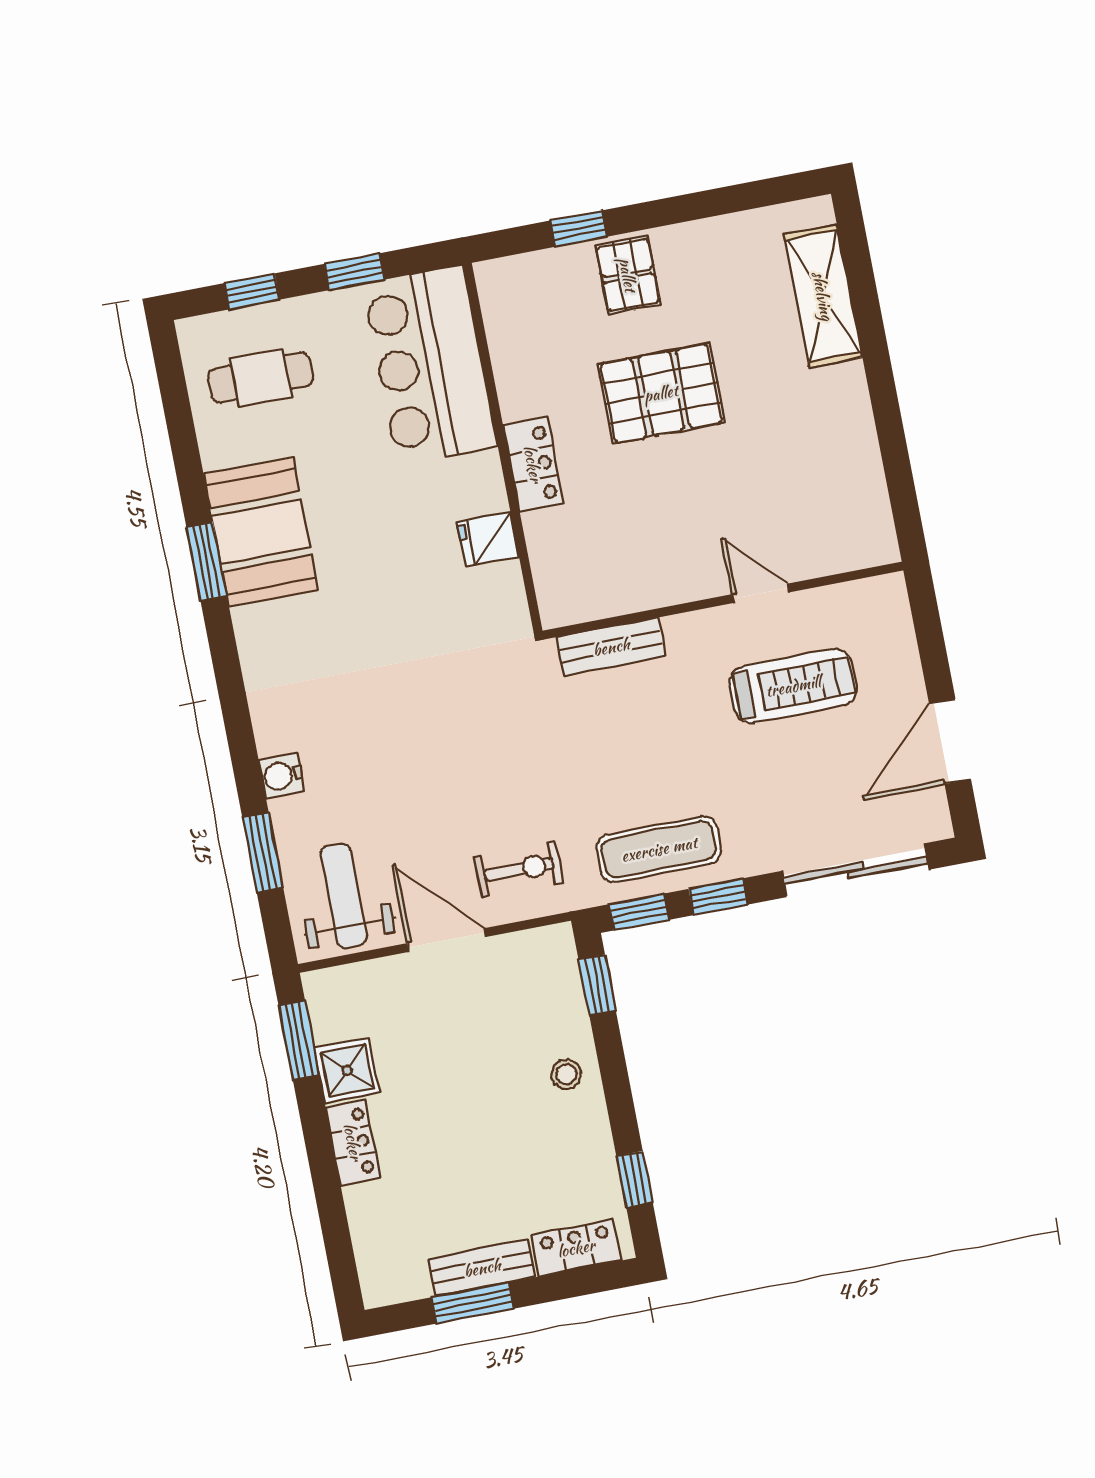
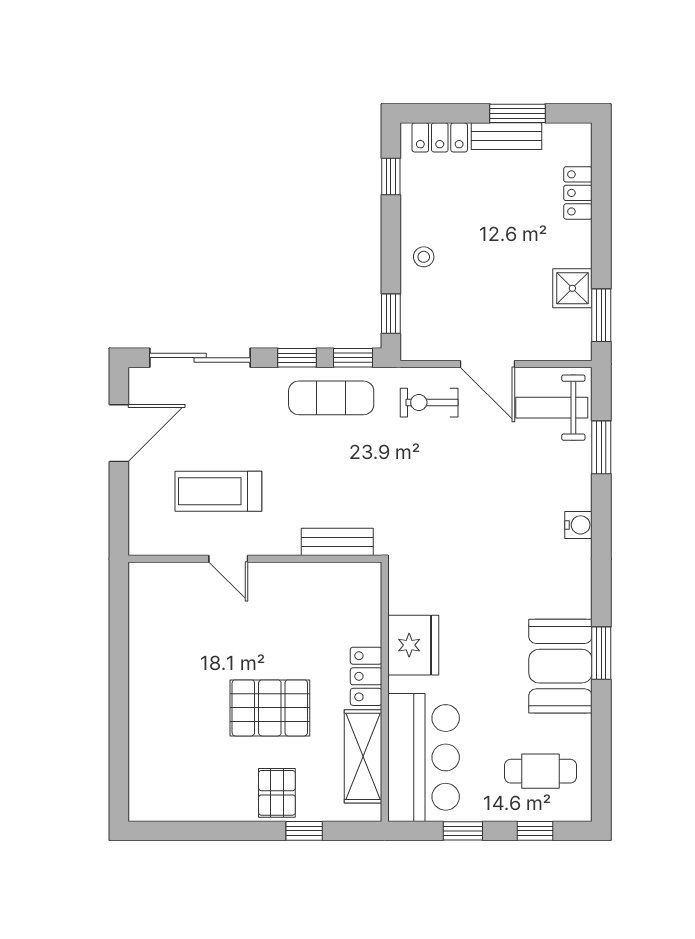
shelving: (823, 296) -> (363, 756), moved
fridge: (488, 540) -> (413, 645), width x1.88, depth x1.34
water cooler: (282, 776) -> (578, 525), moved
weight bench: (344, 896) -> (552, 408), turned 90
locker: (353, 1142) -> (578, 193), moved

